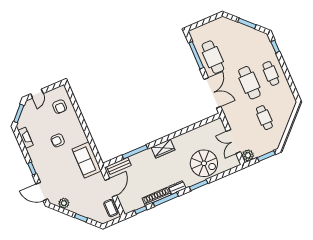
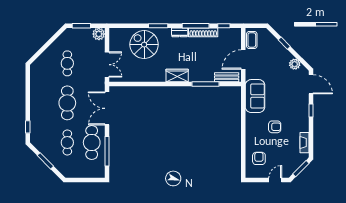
cafe table: (271, 73) -> (67, 142), moved
double door: (233, 142) -> (107, 65), moved

